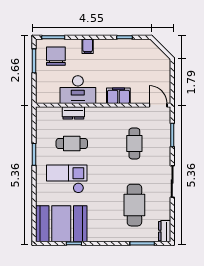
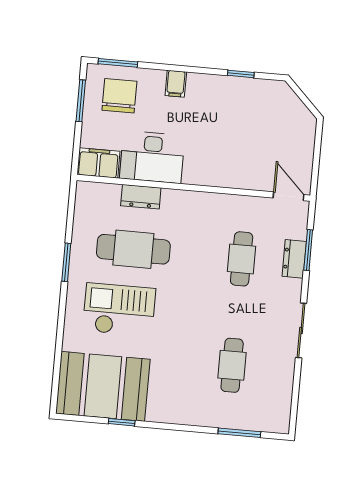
filing cabinet: (118, 96) -> (98, 163), moved
cafe table: (72, 143) -> (133, 249), width x1.37, depth x1.35
cafe table: (134, 205) -> (232, 365), width x0.73, depth x0.74
dresser: (165, 231) -> (294, 259), moved

